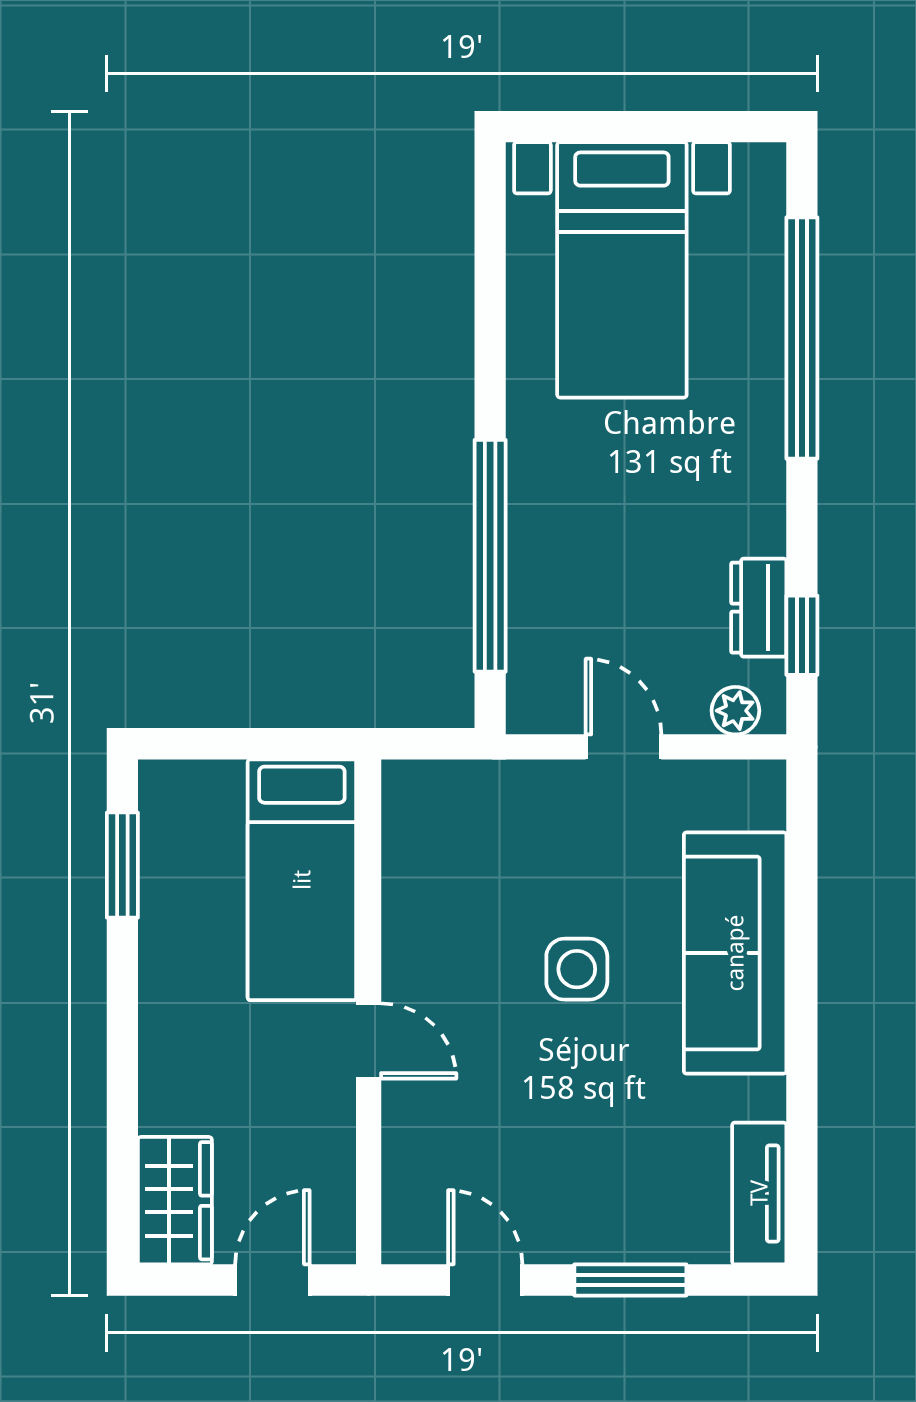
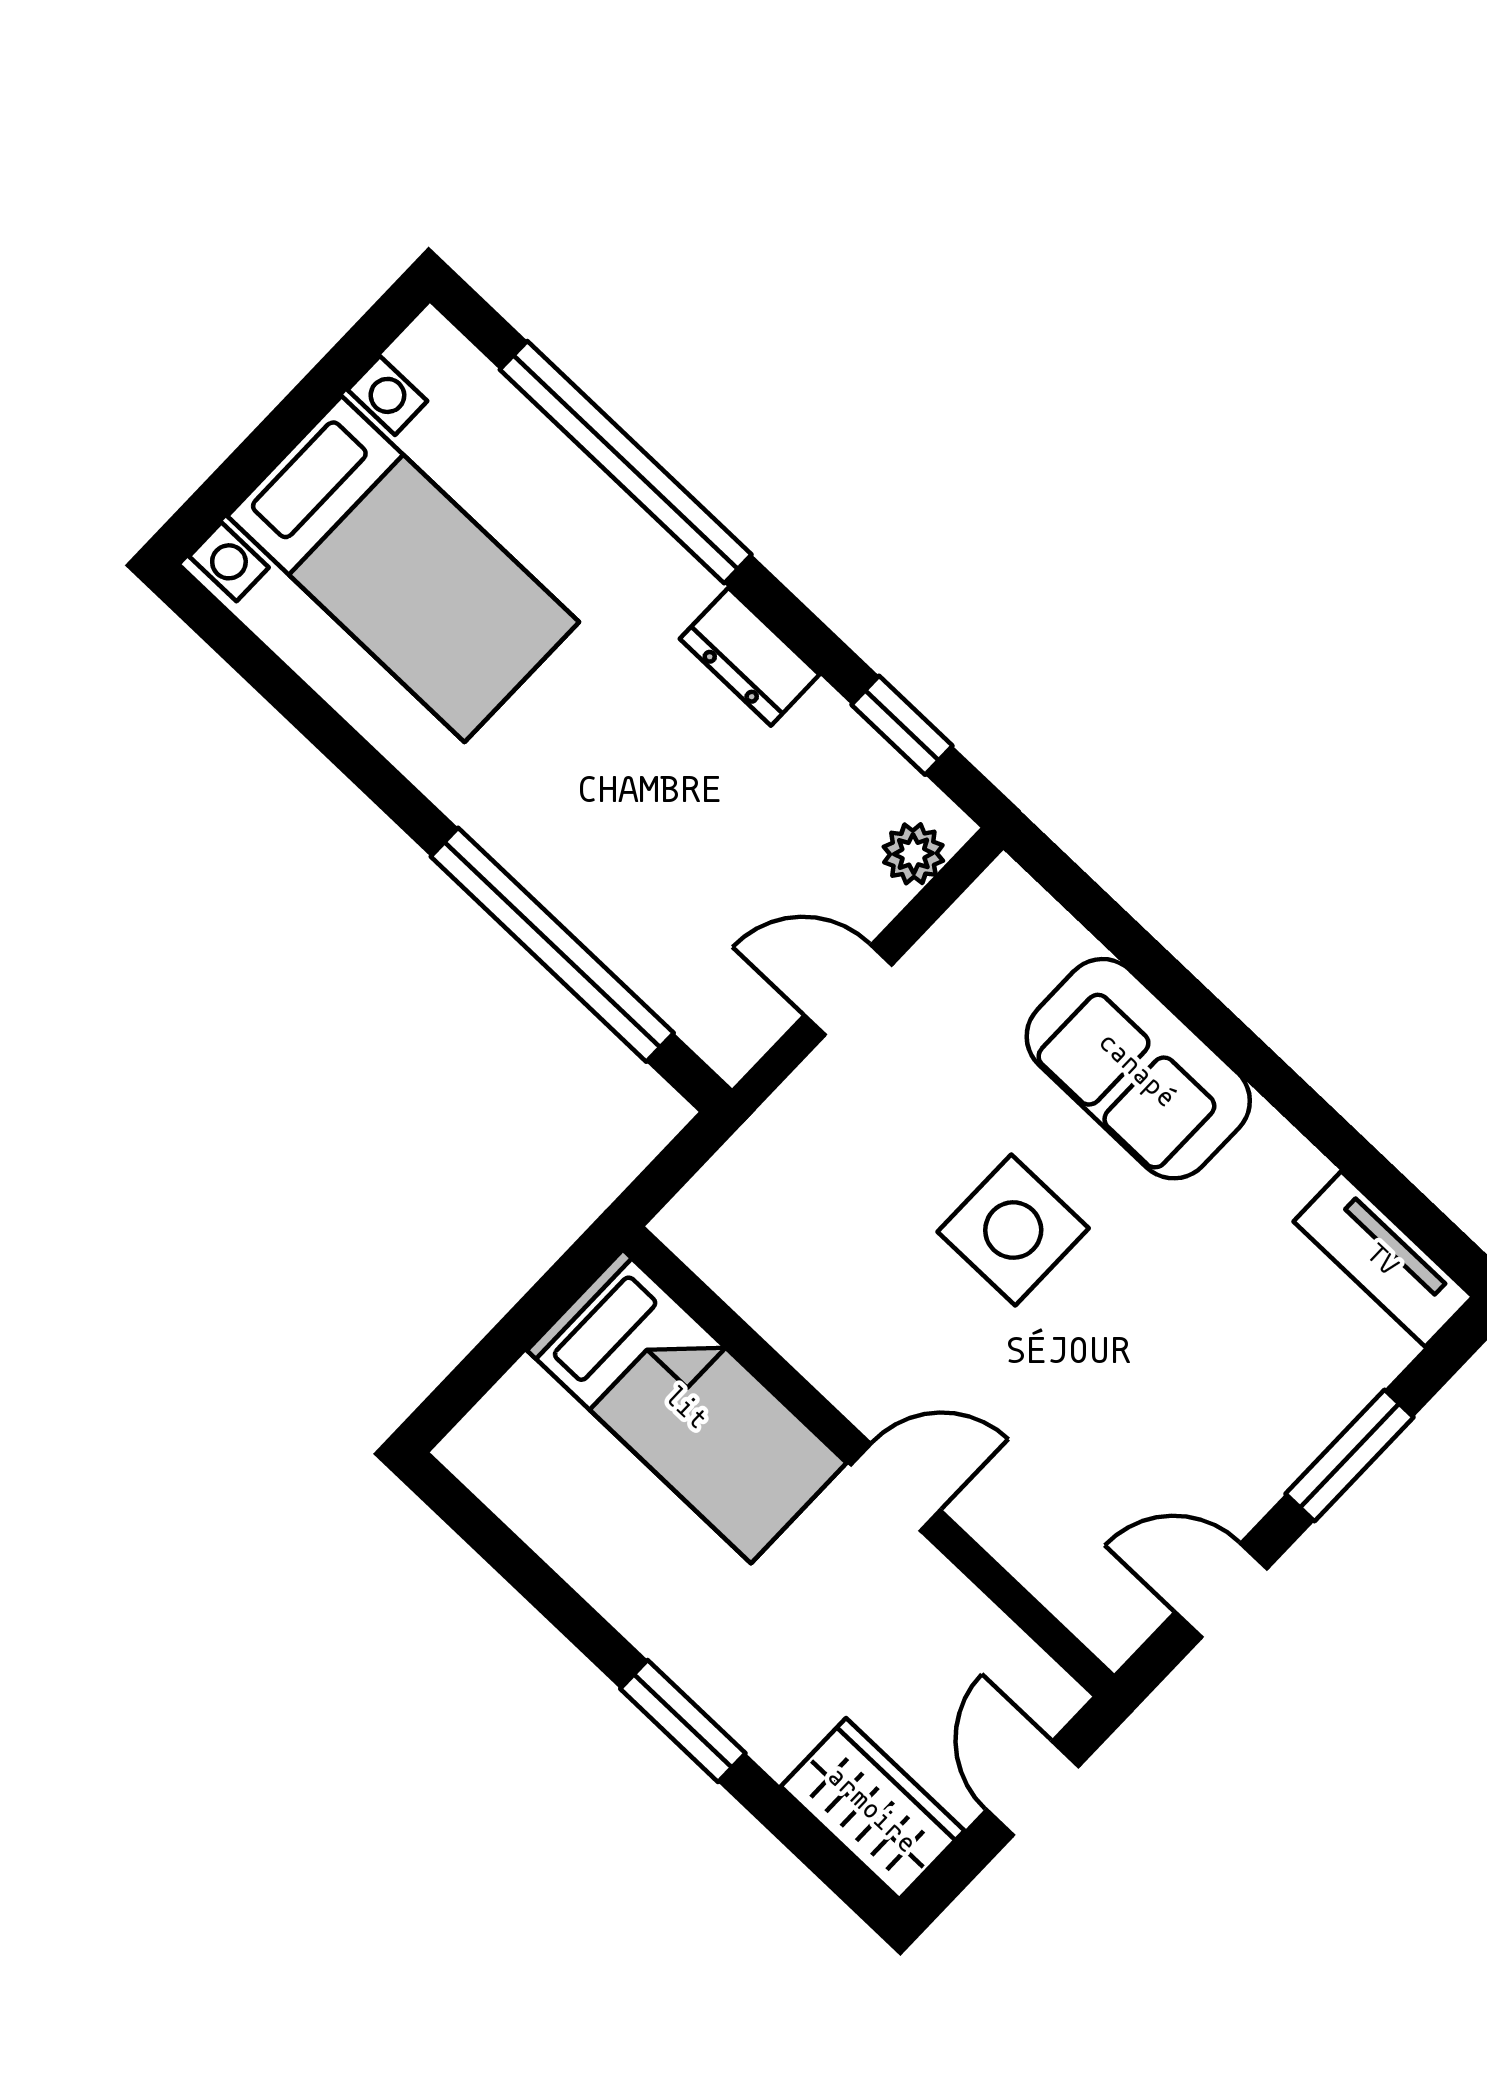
dresser: (759, 608) -> (750, 657), moved
window: (122, 865) -> (683, 1721), moved
sofa: (735, 953) -> (1138, 1069), width x0.73
side table: (577, 969) -> (1013, 1230), width x1.37, depth x1.37

